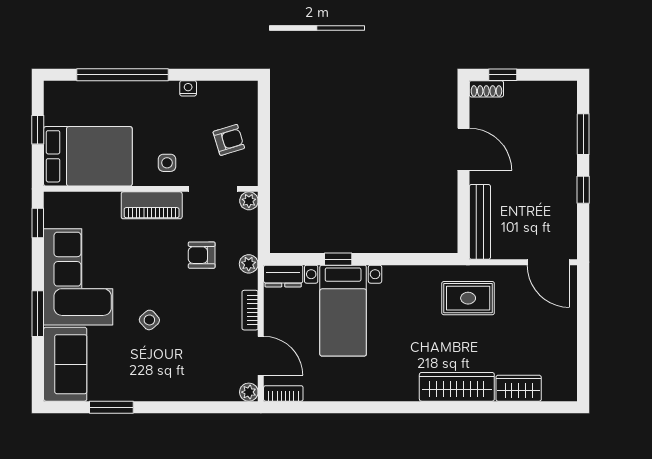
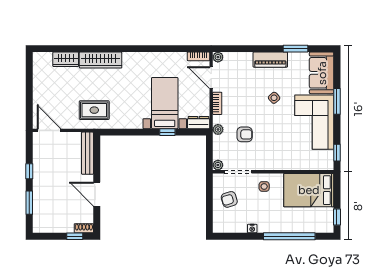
window: (38, 130) -> (337, 217), moved
piano: (152, 205) -> (270, 60), moved, turned 180

